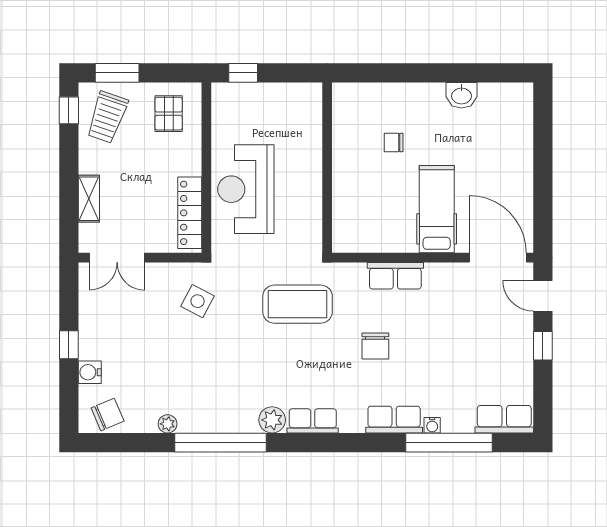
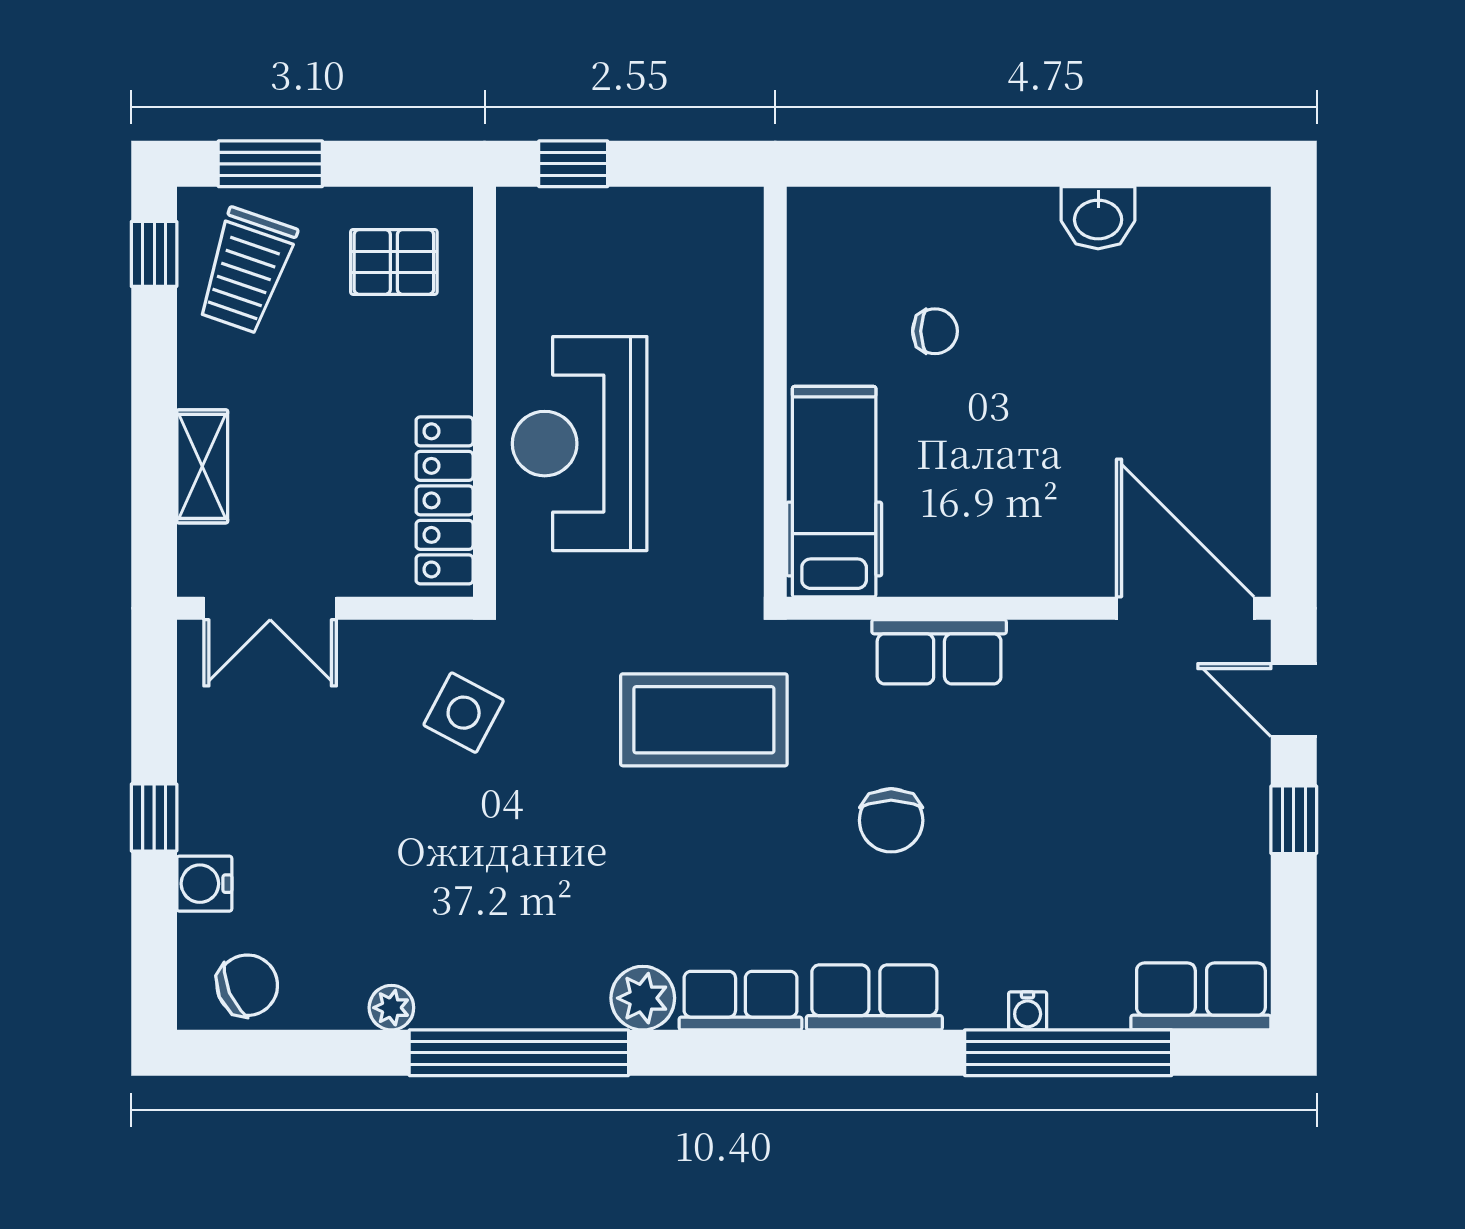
pallet: (169, 114) -> (394, 262), turned 90
chair: (394, 142) -> (935, 331), turned 180
hospital bed: (437, 209) -> (834, 492), moved
row of seats: (394, 420) -> (874, 997), moved

